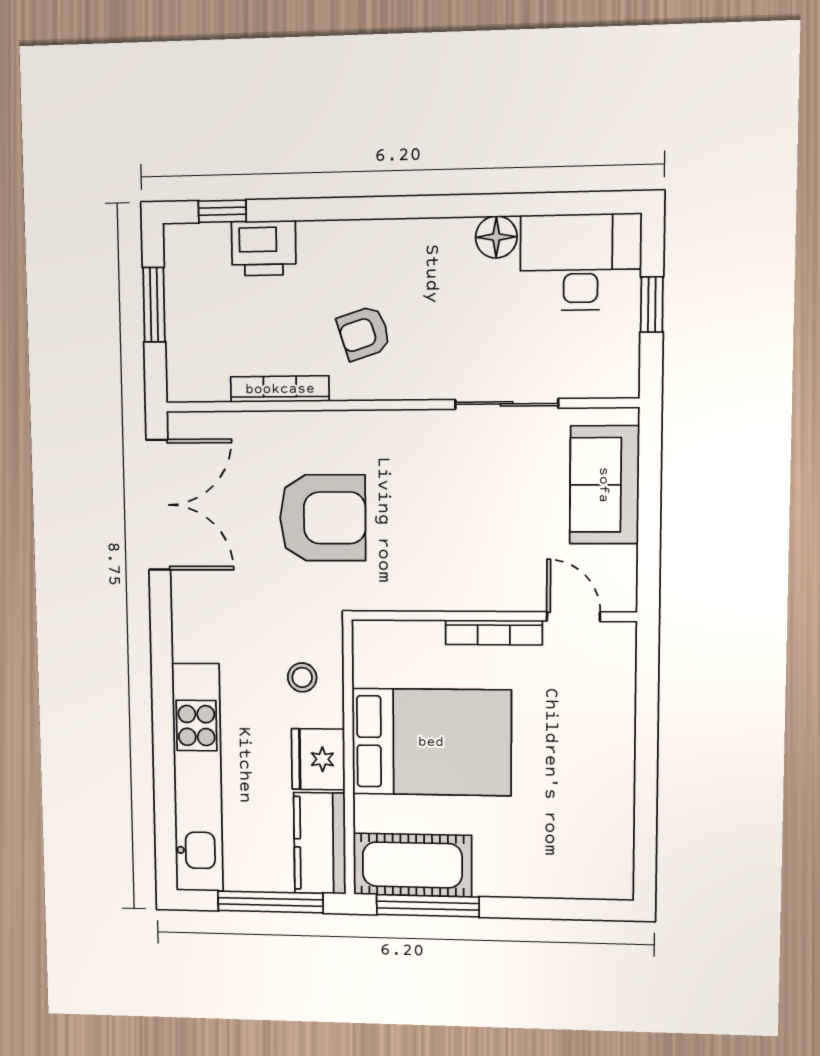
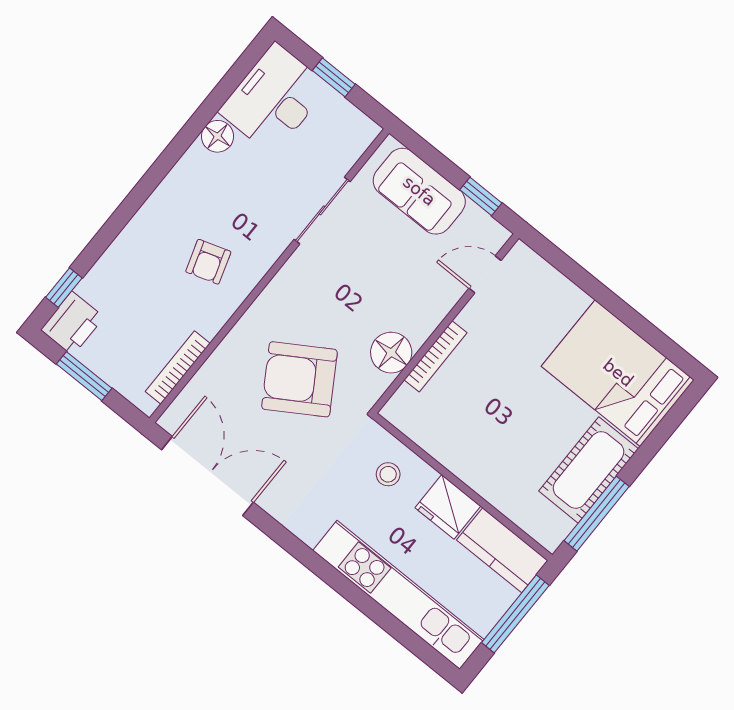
printer: (264, 248) -> (72, 323), moved
bookcase: (280, 389) -> (178, 368), moved
armchair: (323, 518) -> (299, 379), turned -122
window: (649, 550) -> (481, 196), added
floor lamp: (421, 586) -> (391, 353), added
bookcase: (494, 632) -> (436, 356), moved
bed: (431, 742) -> (618, 373), moved, turned -90
cot: (412, 865) -> (589, 470), moved

